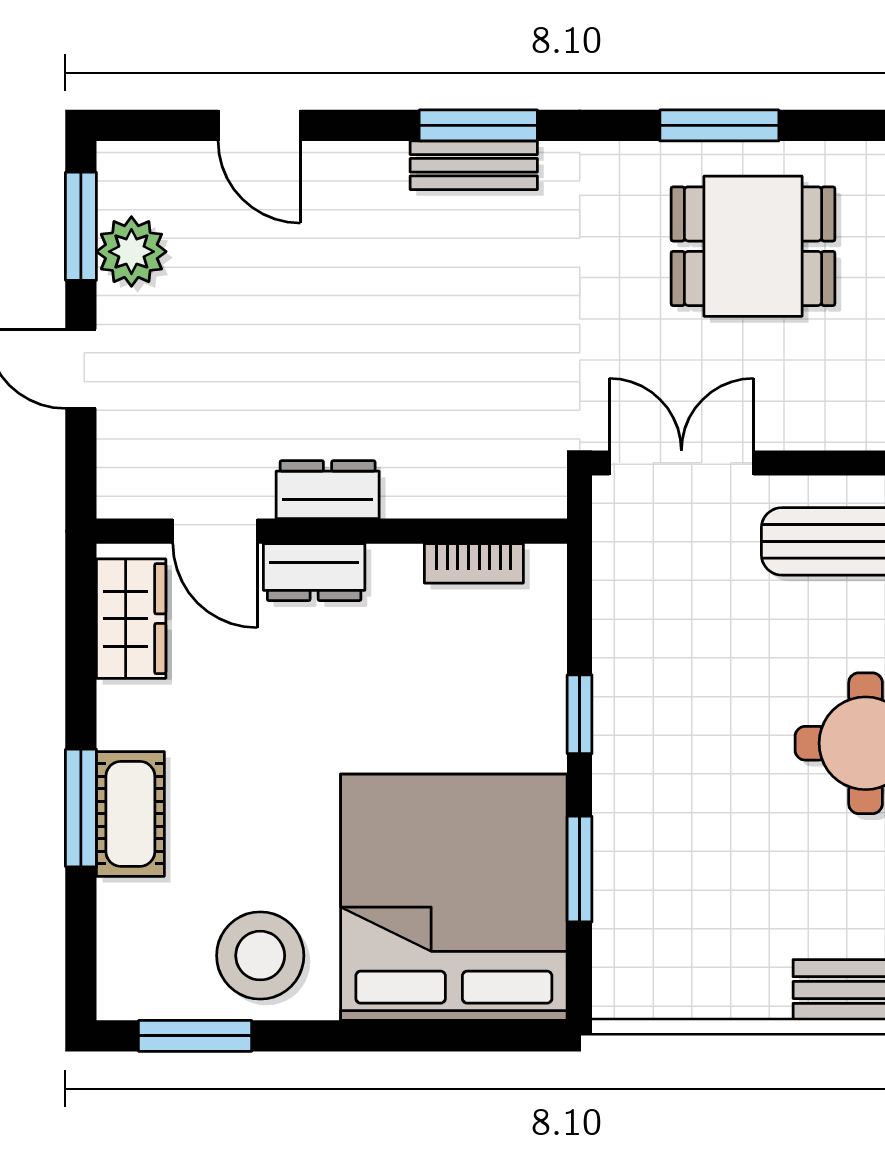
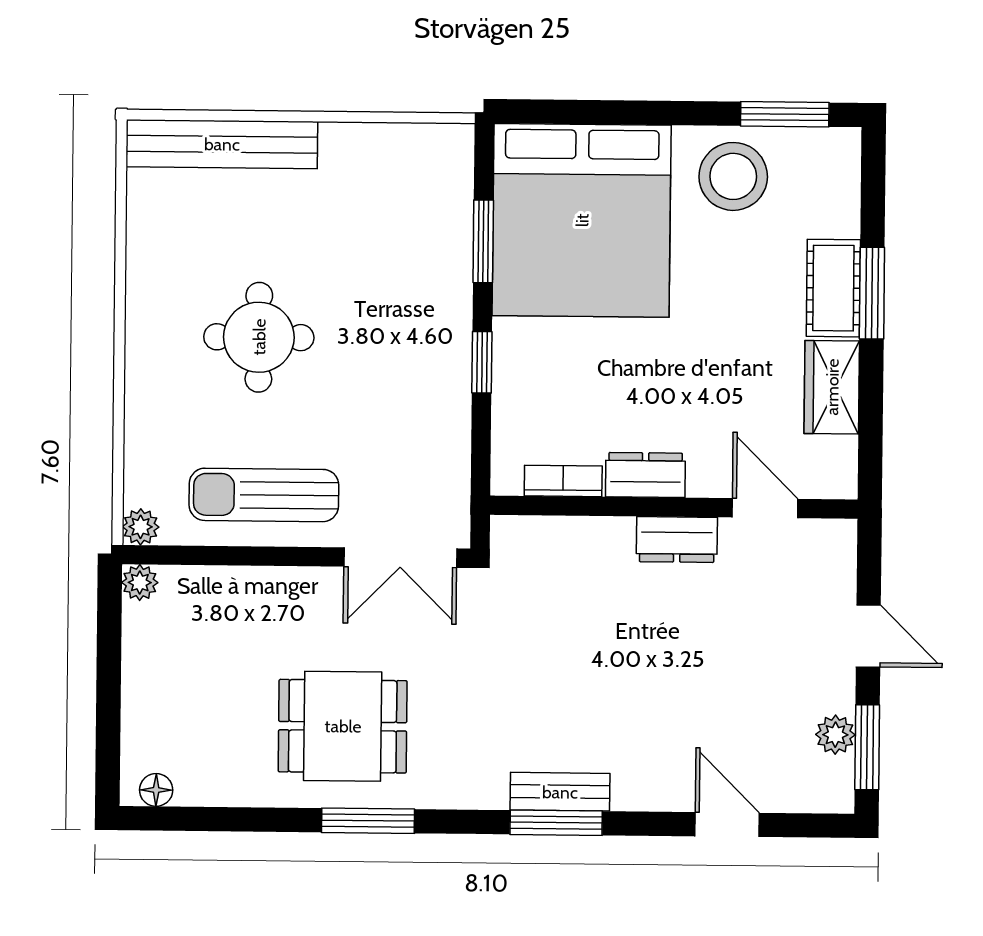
plant: (131, 252) -> (835, 735), width x0.73, depth x0.73
dresser: (314, 572) -> (645, 475), moved
wardrobe: (131, 619) -> (832, 387), moved

